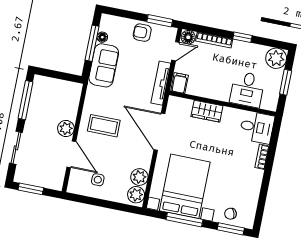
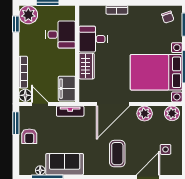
window: (242, 37) -> (16, 24), moved
tv unit: (161, 83) -> (70, 111), width x0.71
filing cabinet: (180, 83) -> (67, 89), width x2.00
desk: (257, 127) -> (93, 39), moved, turned -90
plant: (139, 177) -> (145, 114), moved
chair: (230, 214) -> (168, 17), moved

